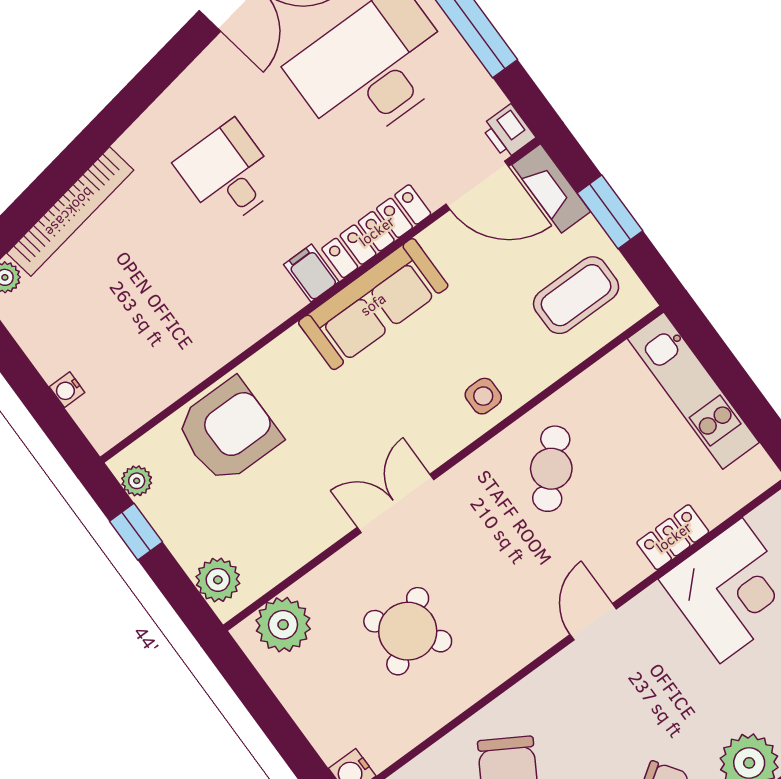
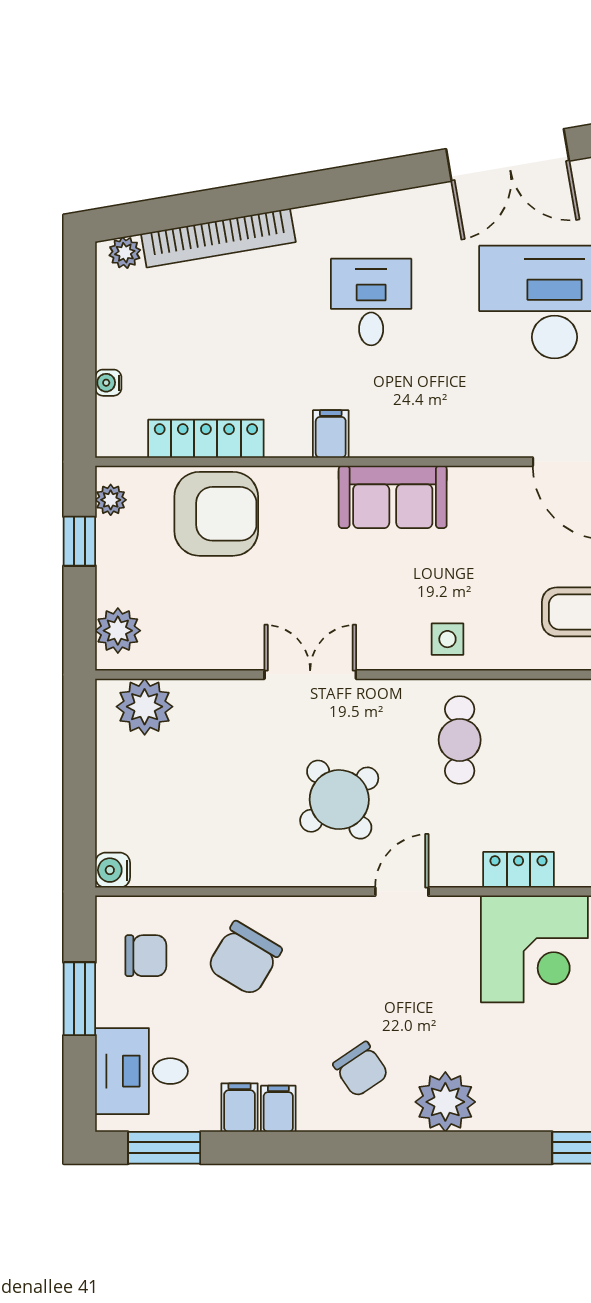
locker: (376, 231) -> (206, 439), moved
filing cabinet: (311, 273) -> (331, 434), moved
sofa: (373, 304) -> (393, 497), width x0.73
cafe table: (551, 469) -> (460, 740), turned -44
round table: (408, 631) -> (339, 800), moved

